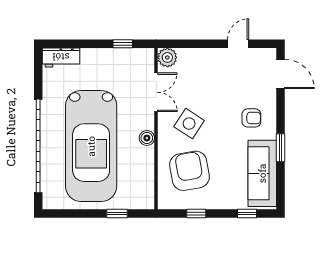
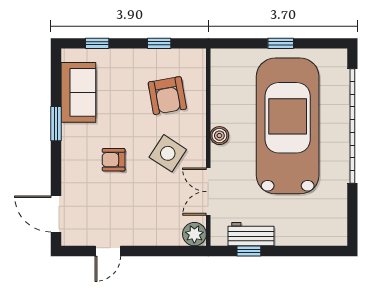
workbench: (61, 57) -> (251, 234), moved
armchair: (251, 118) -> (114, 160), moved
armchair: (189, 171) -> (167, 96), width x0.73, depth x0.73
sofa: (262, 173) -> (78, 92), width x0.73
window: (117, 213) -> (281, 43), moved

